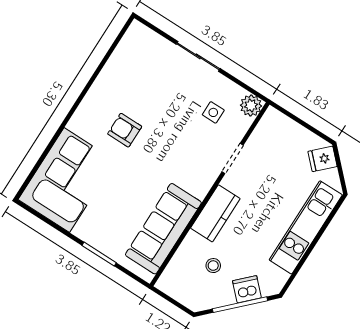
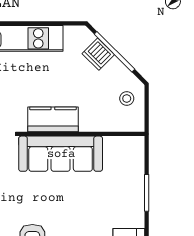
sofa: (163, 229) -> (61, 154), moved
stool: (213, 266) -> (127, 98), moved

